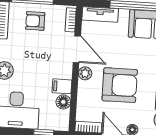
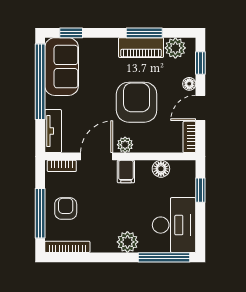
armchair: (35, 21) -> (66, 208), turned 180
filing cabinet: (62, 86) -> (126, 172), moved

